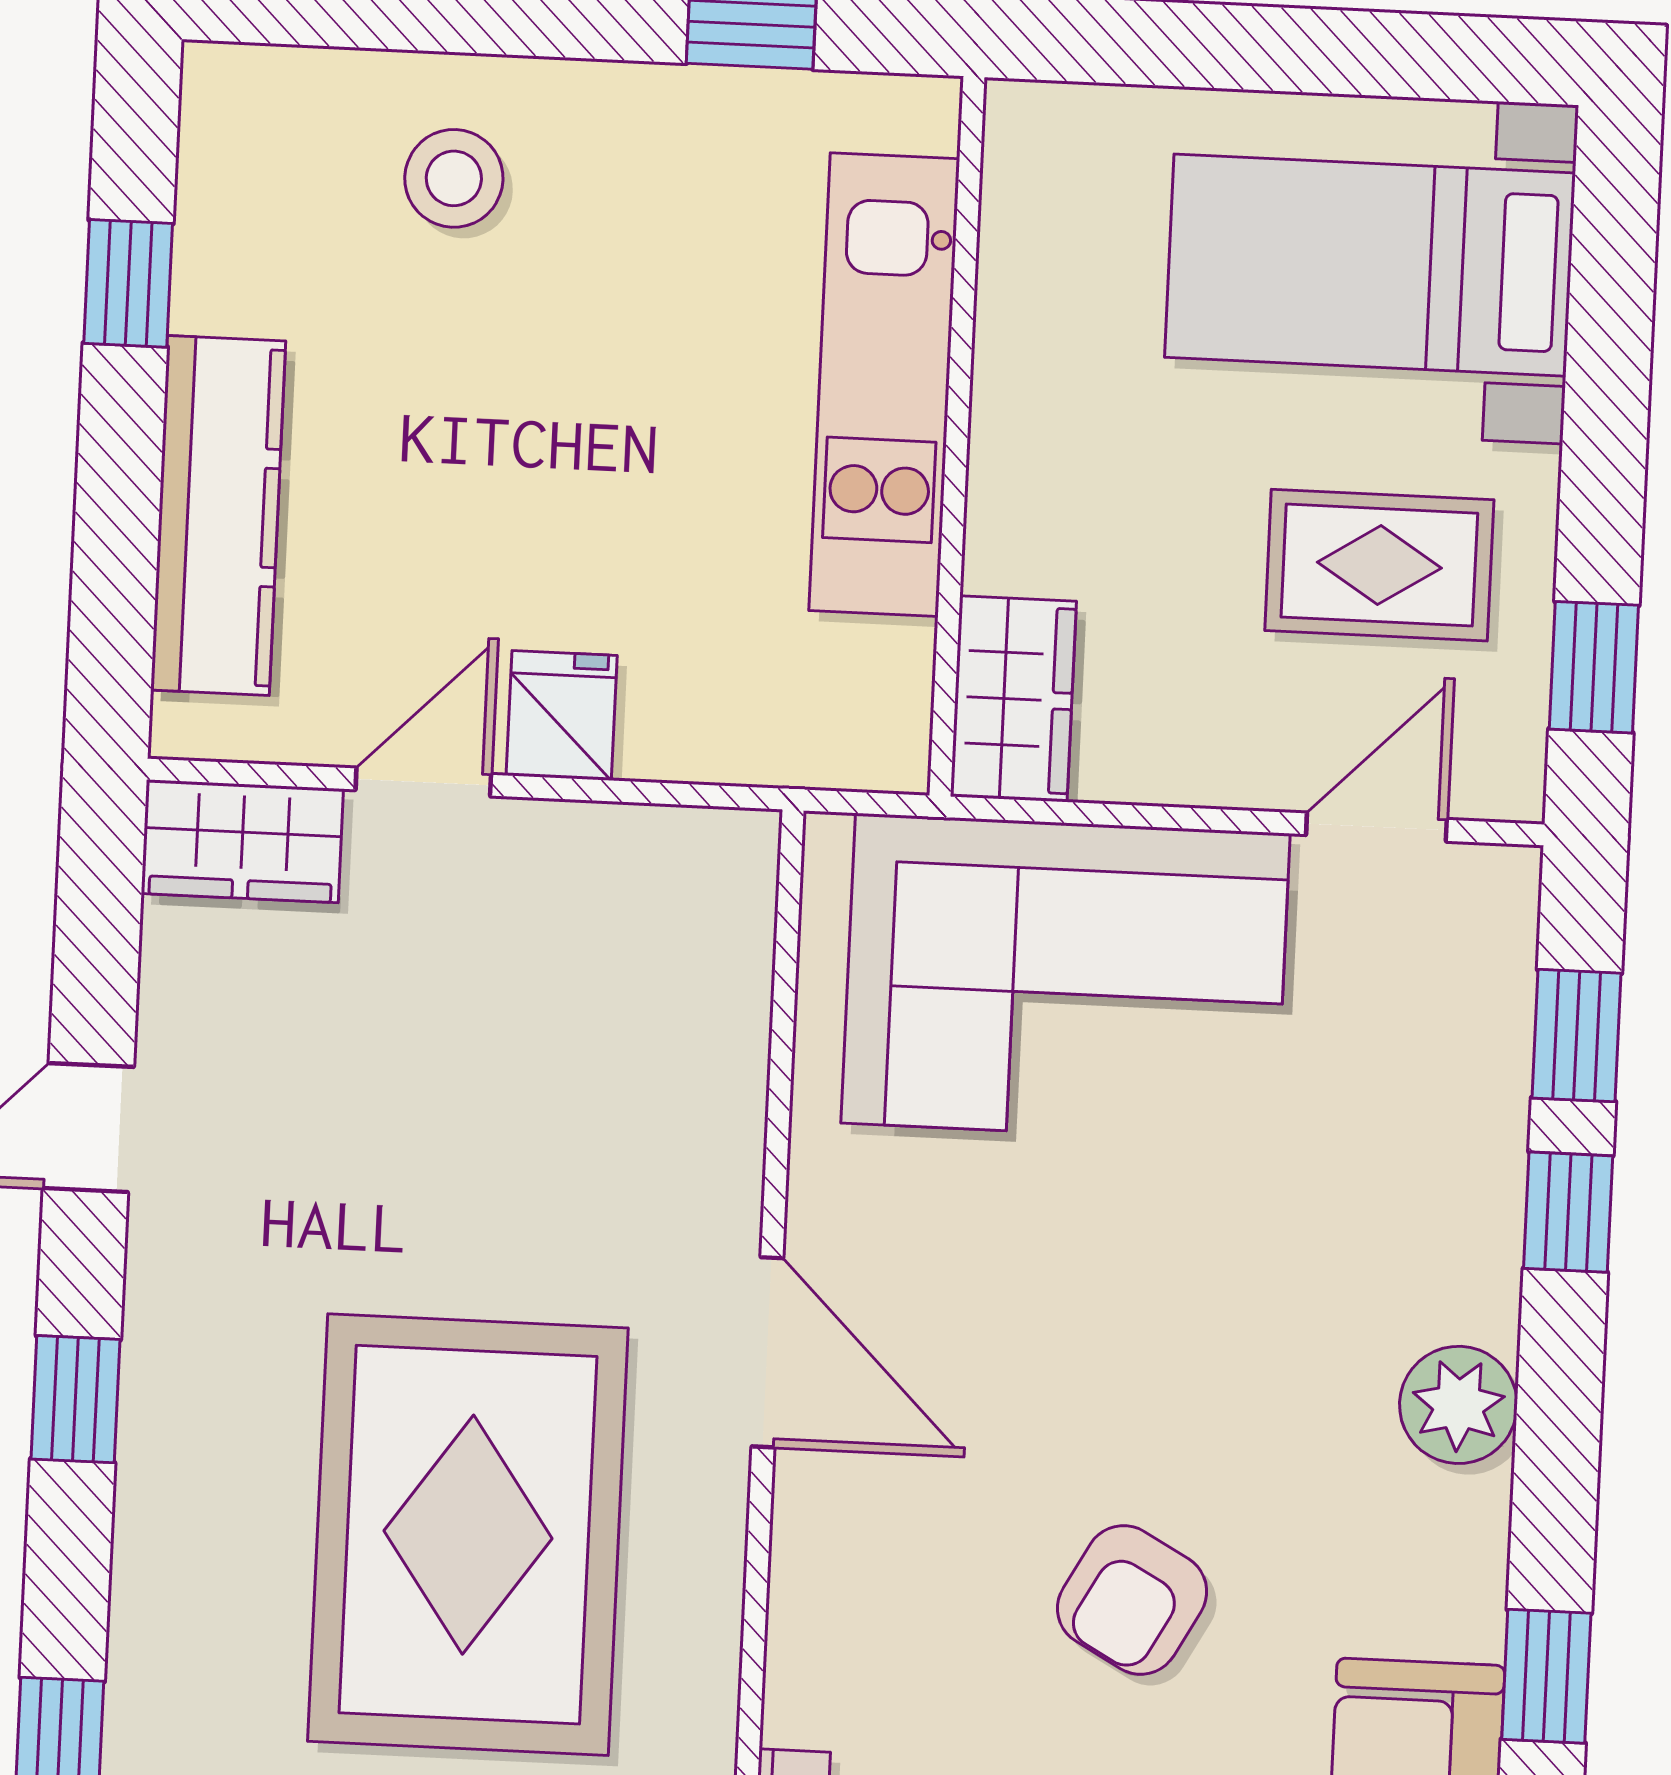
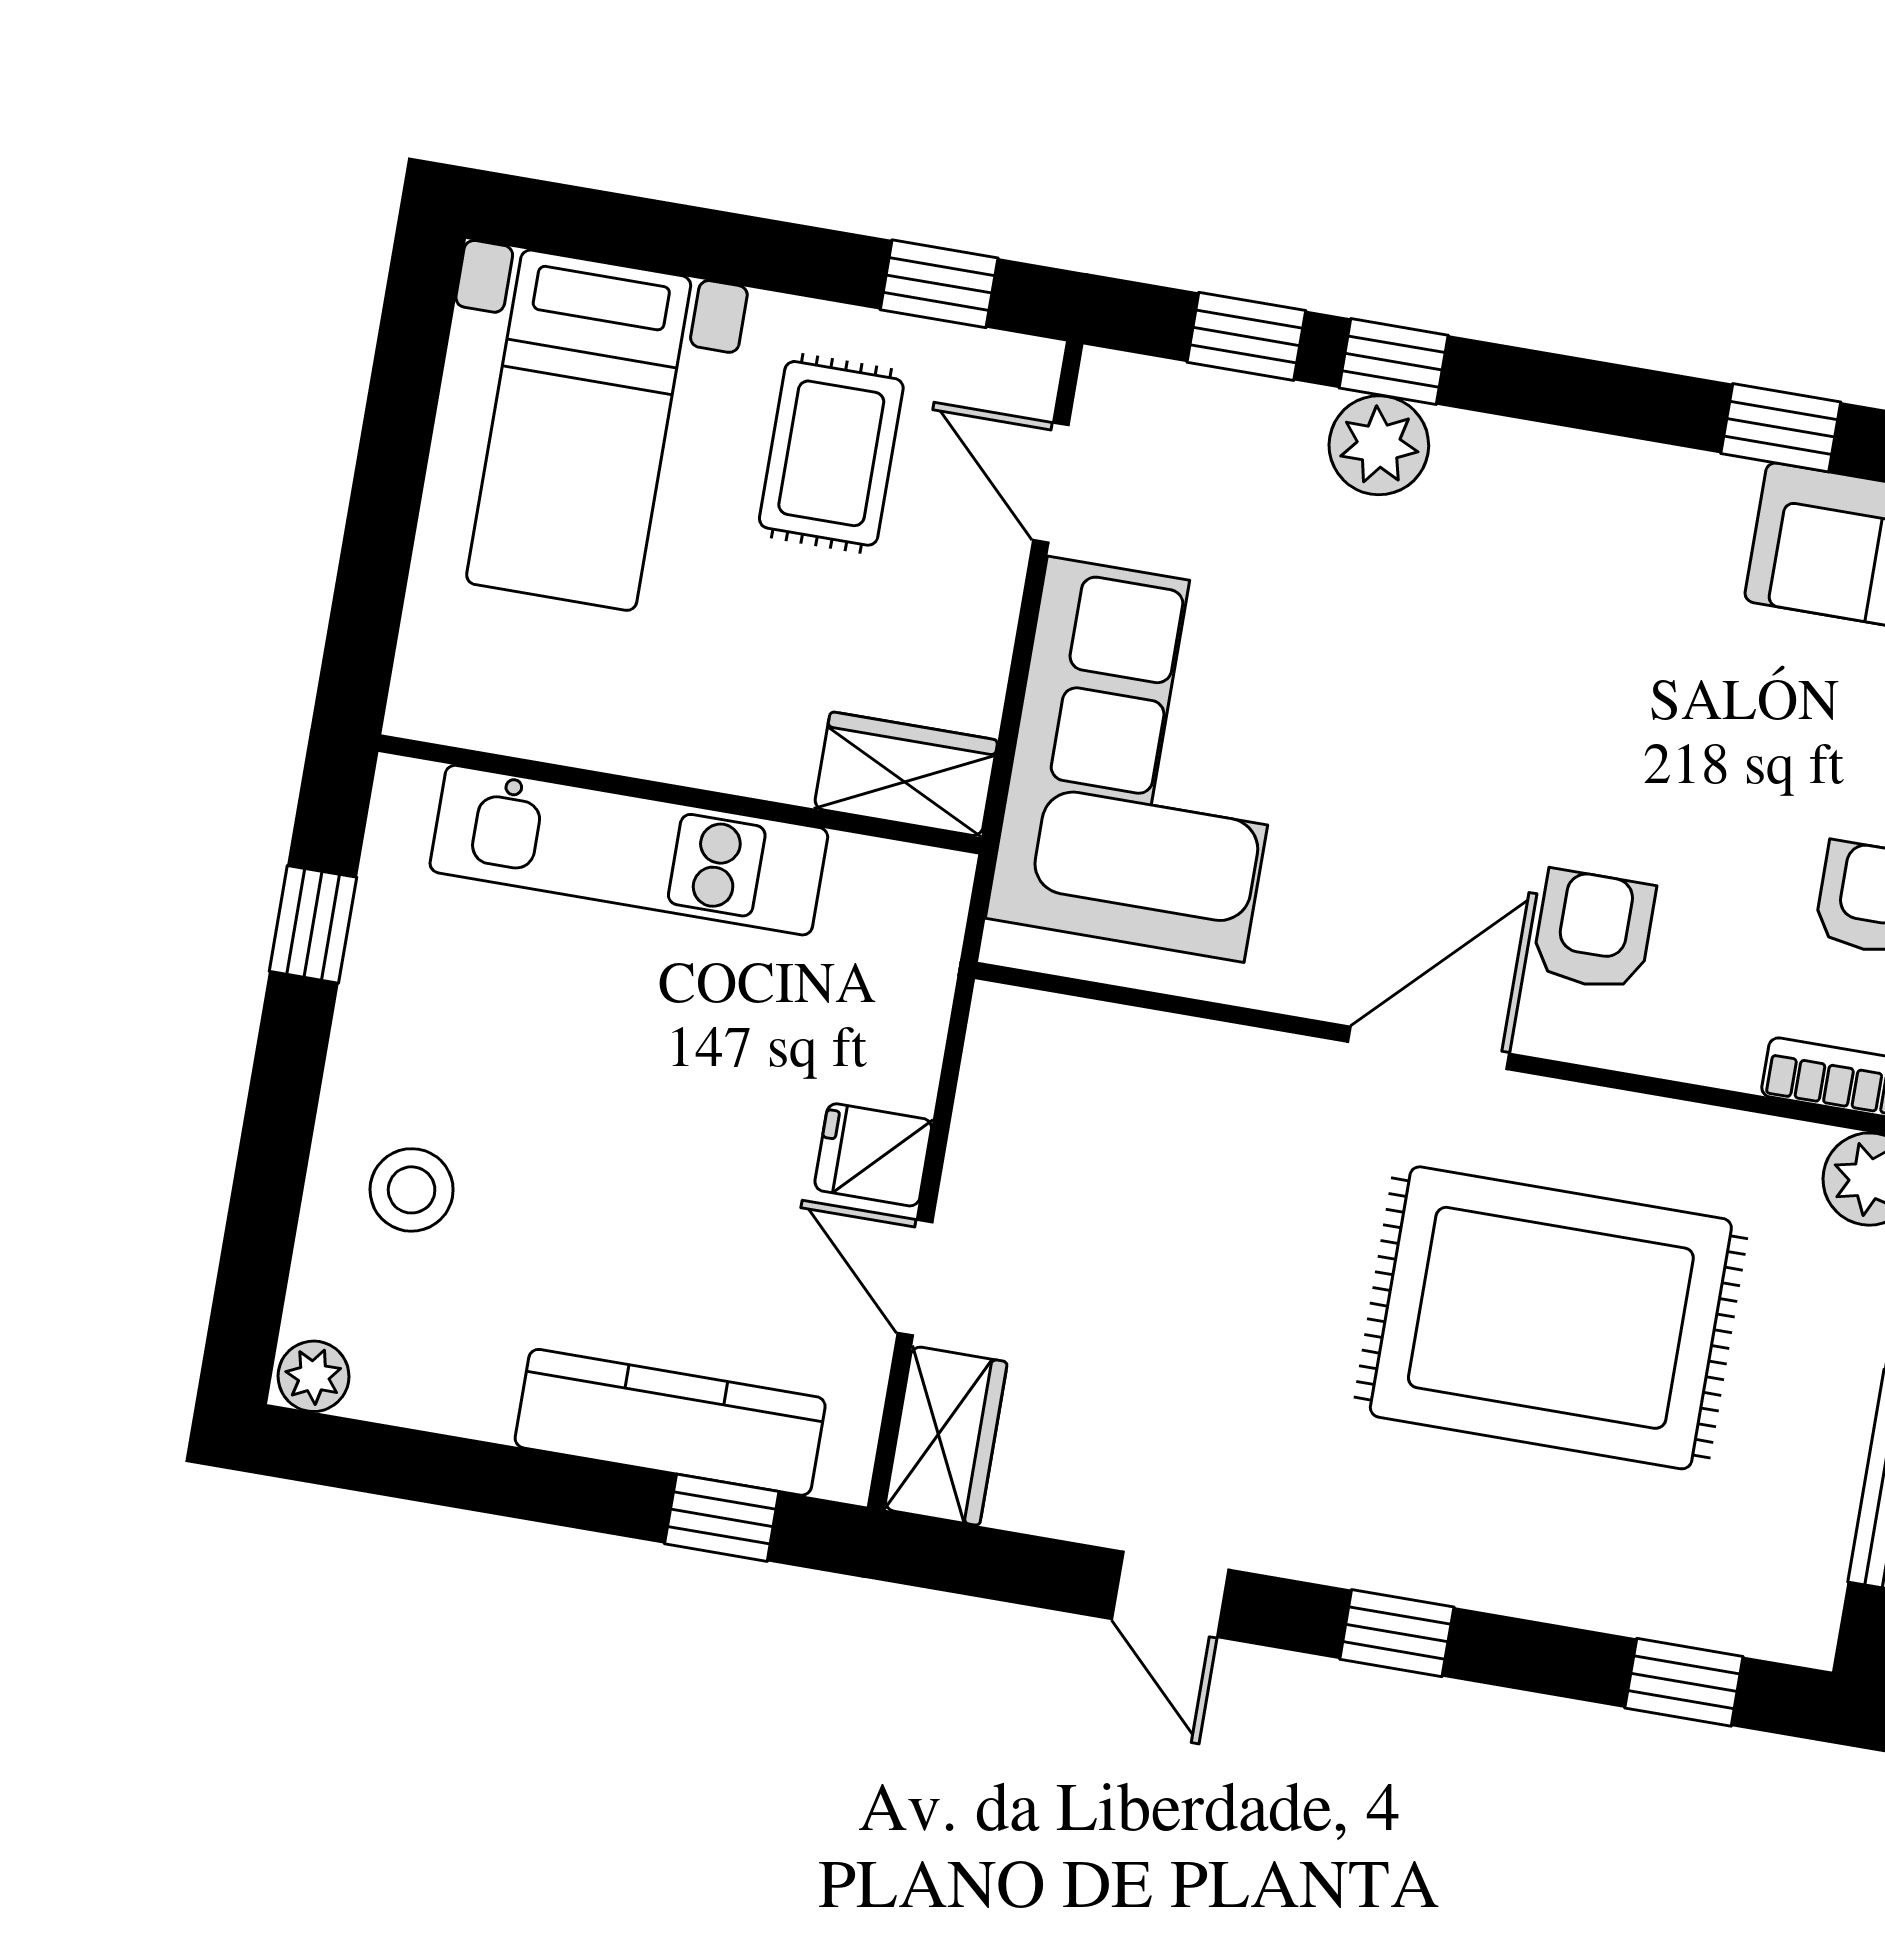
plant: (221, 90) -> (314, 1376), added
window: (128, 283) -> (722, 1518), moved
plant: (1458, 1405) -> (1379, 445), moved
armchair: (1132, 1600) -> (1594, 930), moved, turned -119

